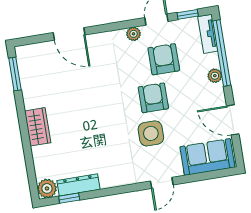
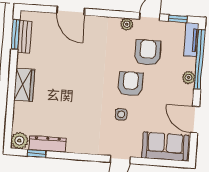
bench: (26, 74) -> (25, 37), added
side table: (151, 133) -> (121, 114), width x0.54, depth x0.54

